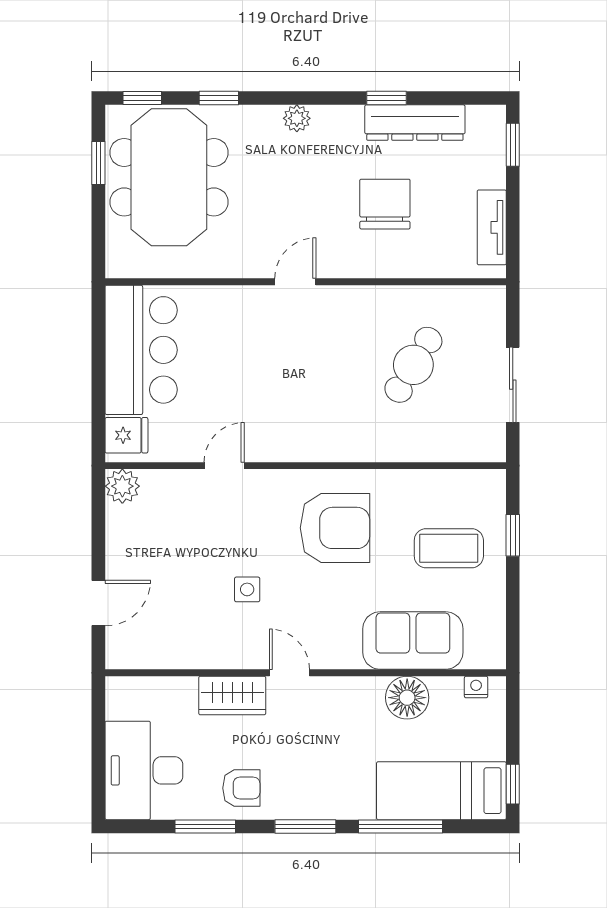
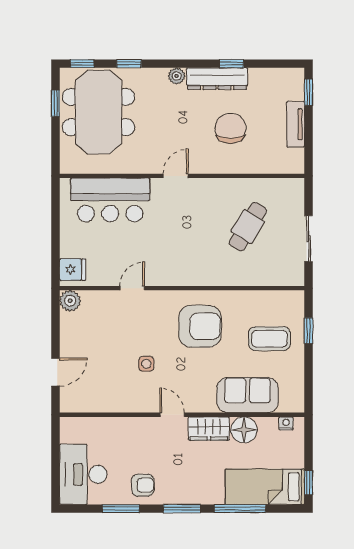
dresser: (415, 123) -> (217, 79), moved
tv unit: (492, 227) -> (296, 124), moved
bar counter: (141, 350) -> (110, 200), moved, turned 90
wardrobe: (232, 695) -> (209, 429), moved

